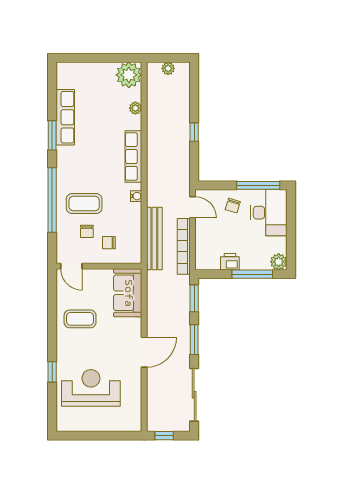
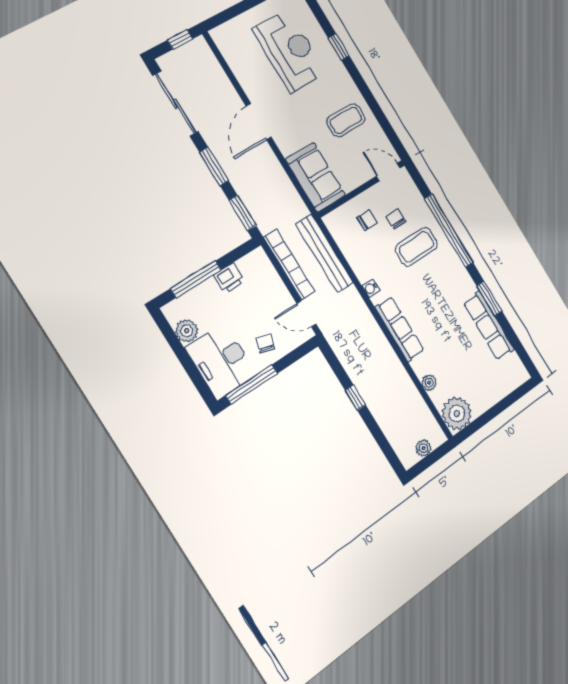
plant: (279, 262) -> (187, 331), moved
reception desk: (91, 388) -> (290, 51), turned -90

